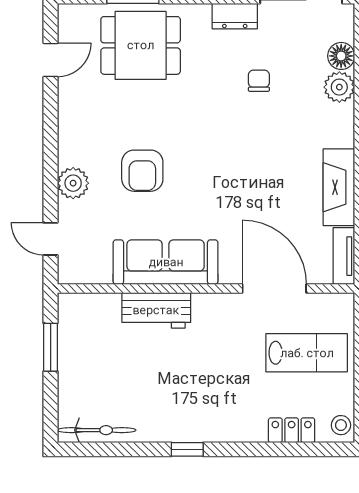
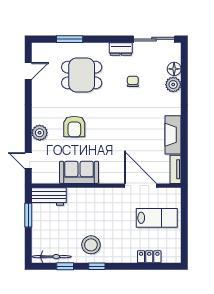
dining table: (141, 45) -> (82, 75), moved
sofa: (166, 262) -> (79, 172), width x0.73
workbench: (156, 310) -> (49, 197), moved
stool: (341, 425) -> (91, 245), moved, width x1.89, depth x1.89
window: (124, 449) -> (65, 266), added

